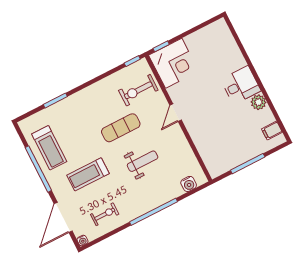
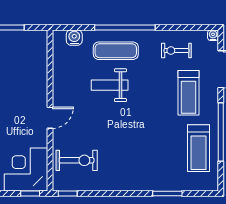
exercise mat: (121, 128) -> (116, 51), moved
treadmill: (49, 148) -> (199, 148), turned 180
treadmill: (88, 174) -> (188, 93), moved, turned 90

